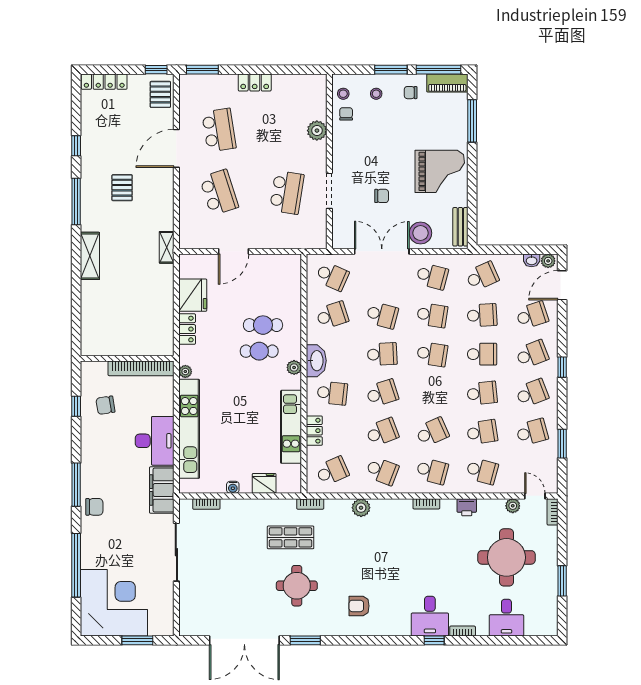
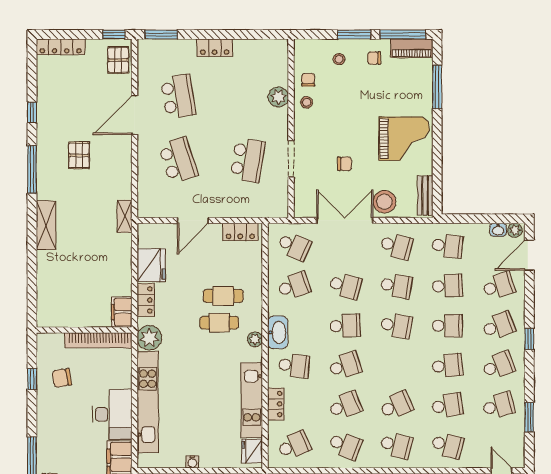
stool: (343, 94) -> (307, 102), moved
locker: (280, 263) -> (240, 232), added
school desk: (482, 276) -> (447, 246), turned 30
filing cabinet: (164, 341) -> (122, 312), added
plant: (185, 371) -> (149, 338), width x1.88, depth x1.88
fridge: (264, 483) -> (252, 451), moved, turned -90

